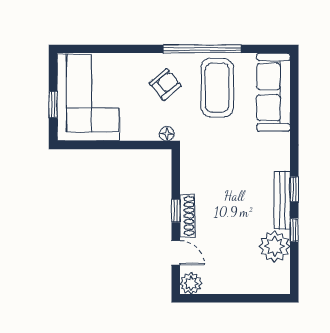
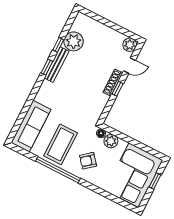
plant: (147, 130) -> (111, 141), added
door: (176, 253) -> (129, 66), swing flipped

